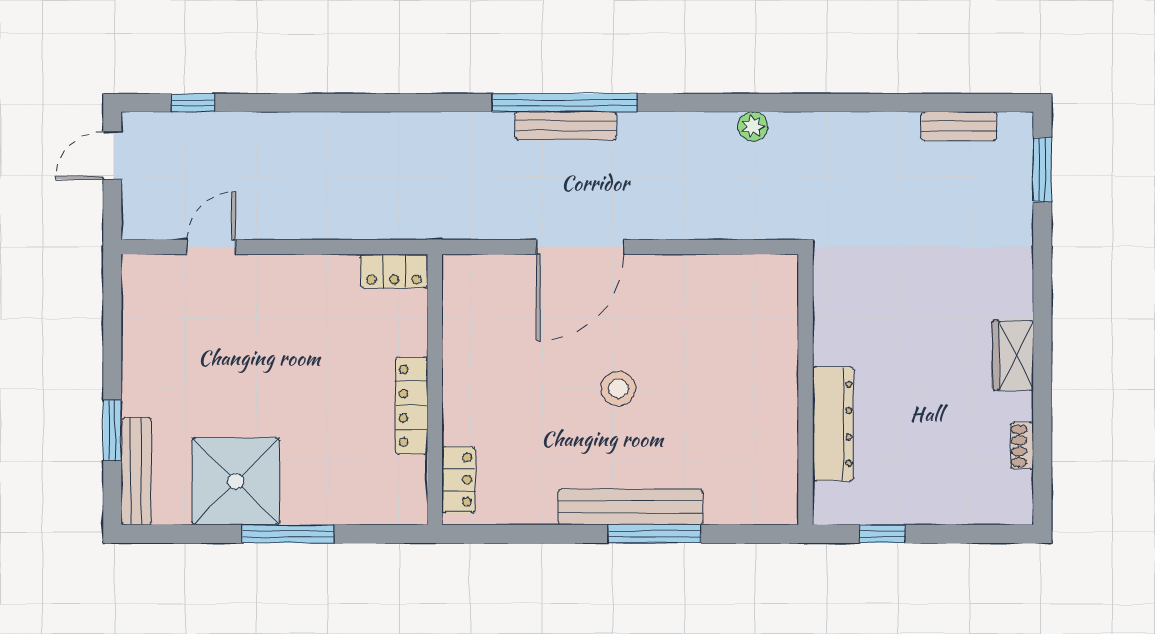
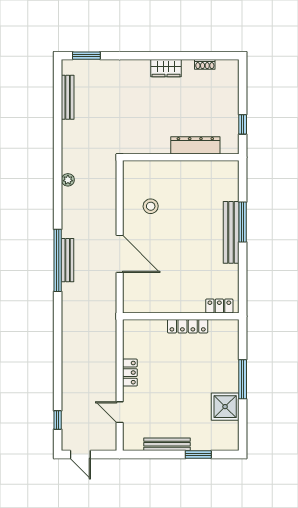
bench: (959, 126) -> (68, 97), width x1.36
locker: (394, 271) -> (130, 373), moved
stool: (618, 389) -> (151, 206), moved
bench: (136, 471) -> (167, 444), moved
shower: (236, 481) -> (225, 407), width x0.73, depth x0.73

